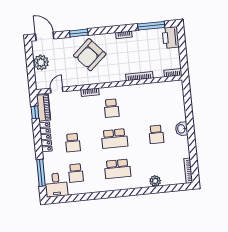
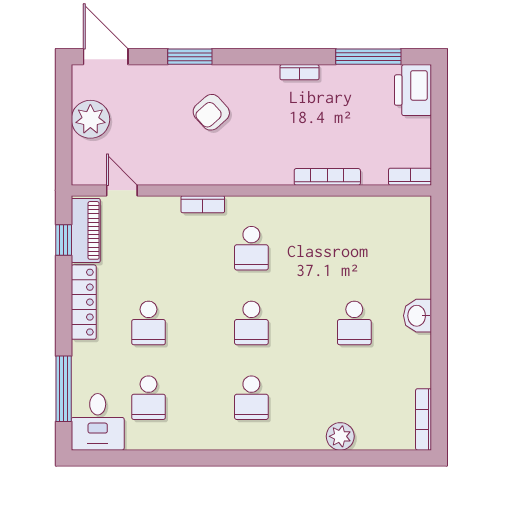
armchair: (90, 55) -> (211, 112), width x0.53, depth x0.53
door: (57, 90) -> (122, 190), hinge flipped
school desk: (115, 139) -> (251, 323), width x0.54
school desk: (118, 169) -> (251, 398), width x0.54

